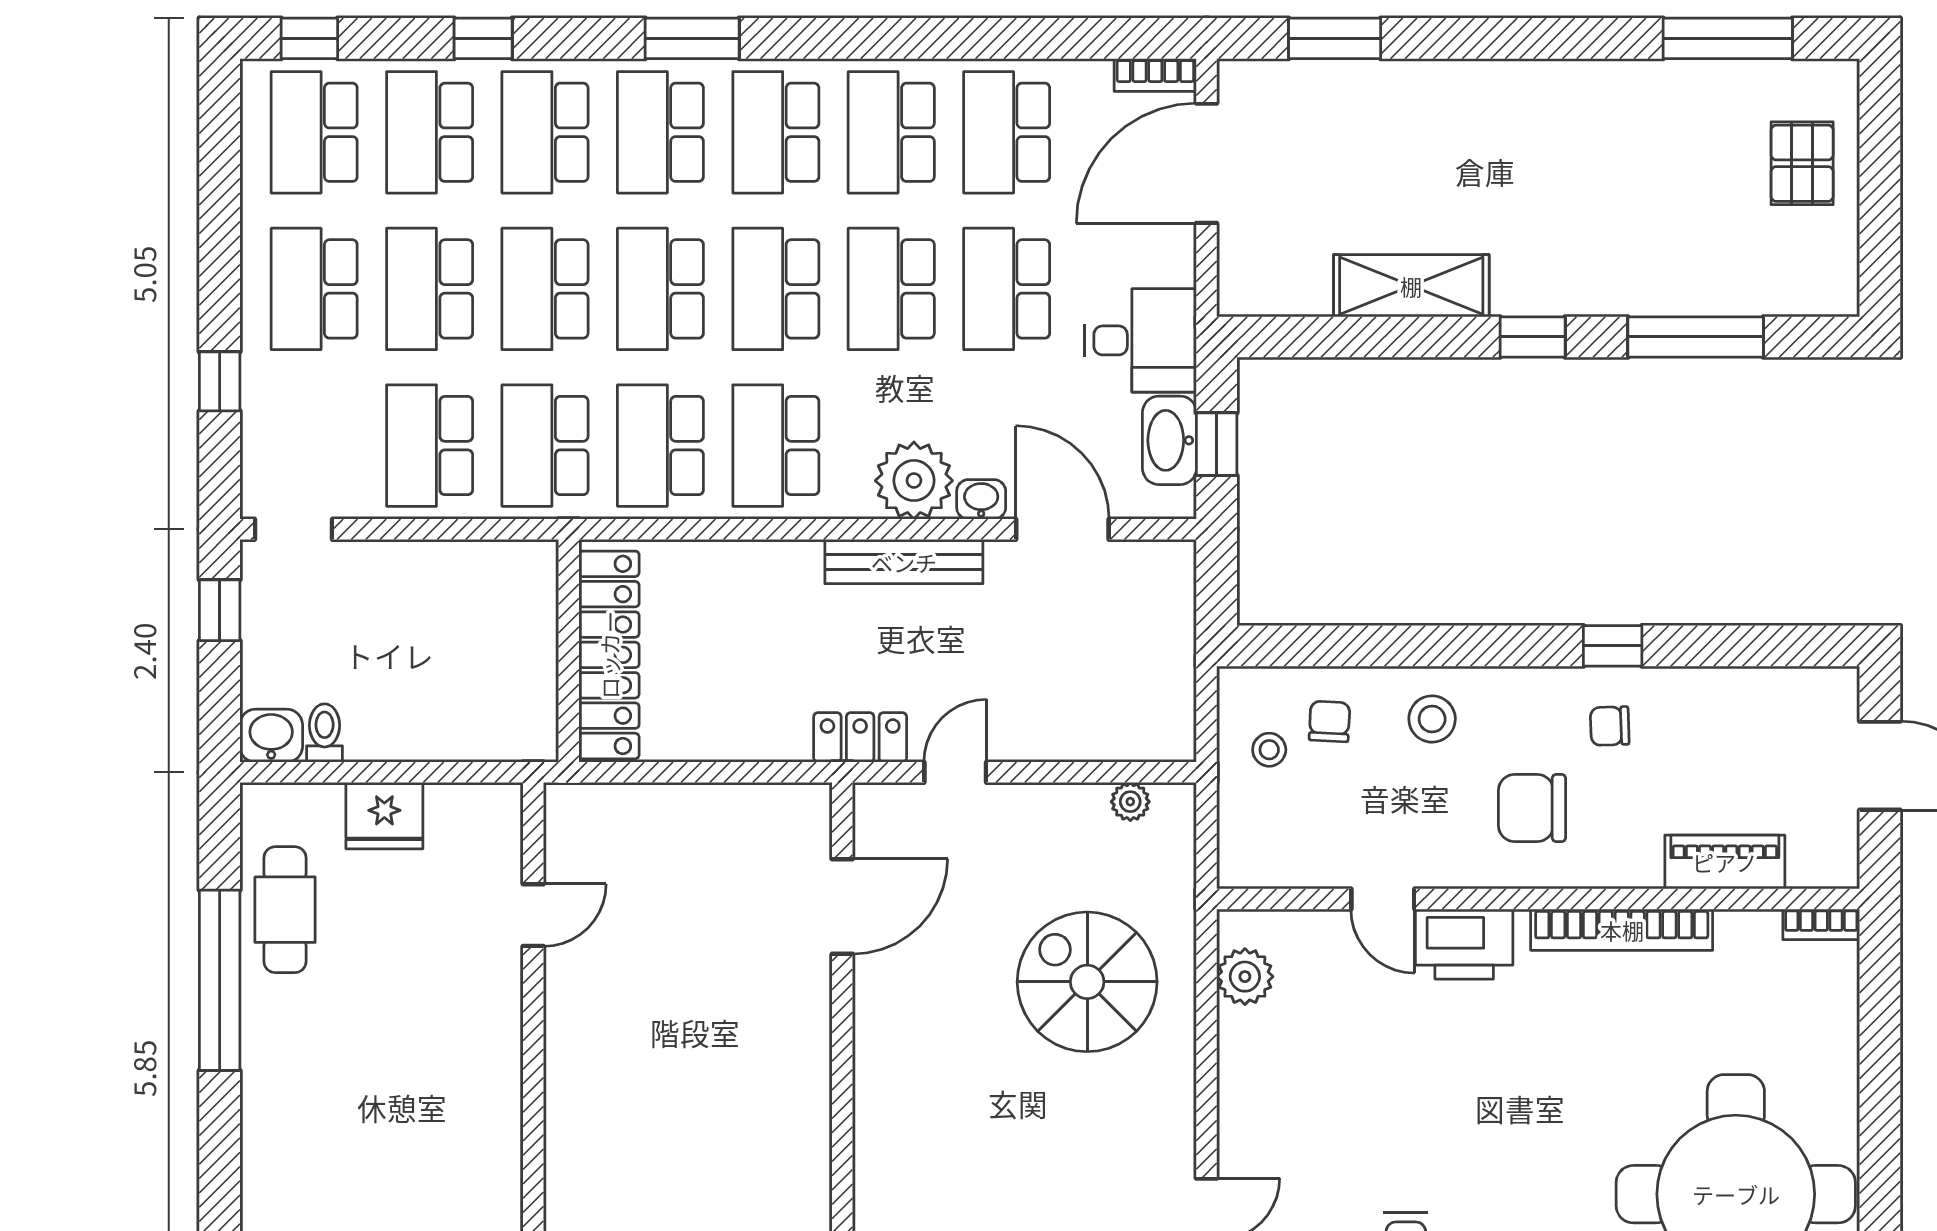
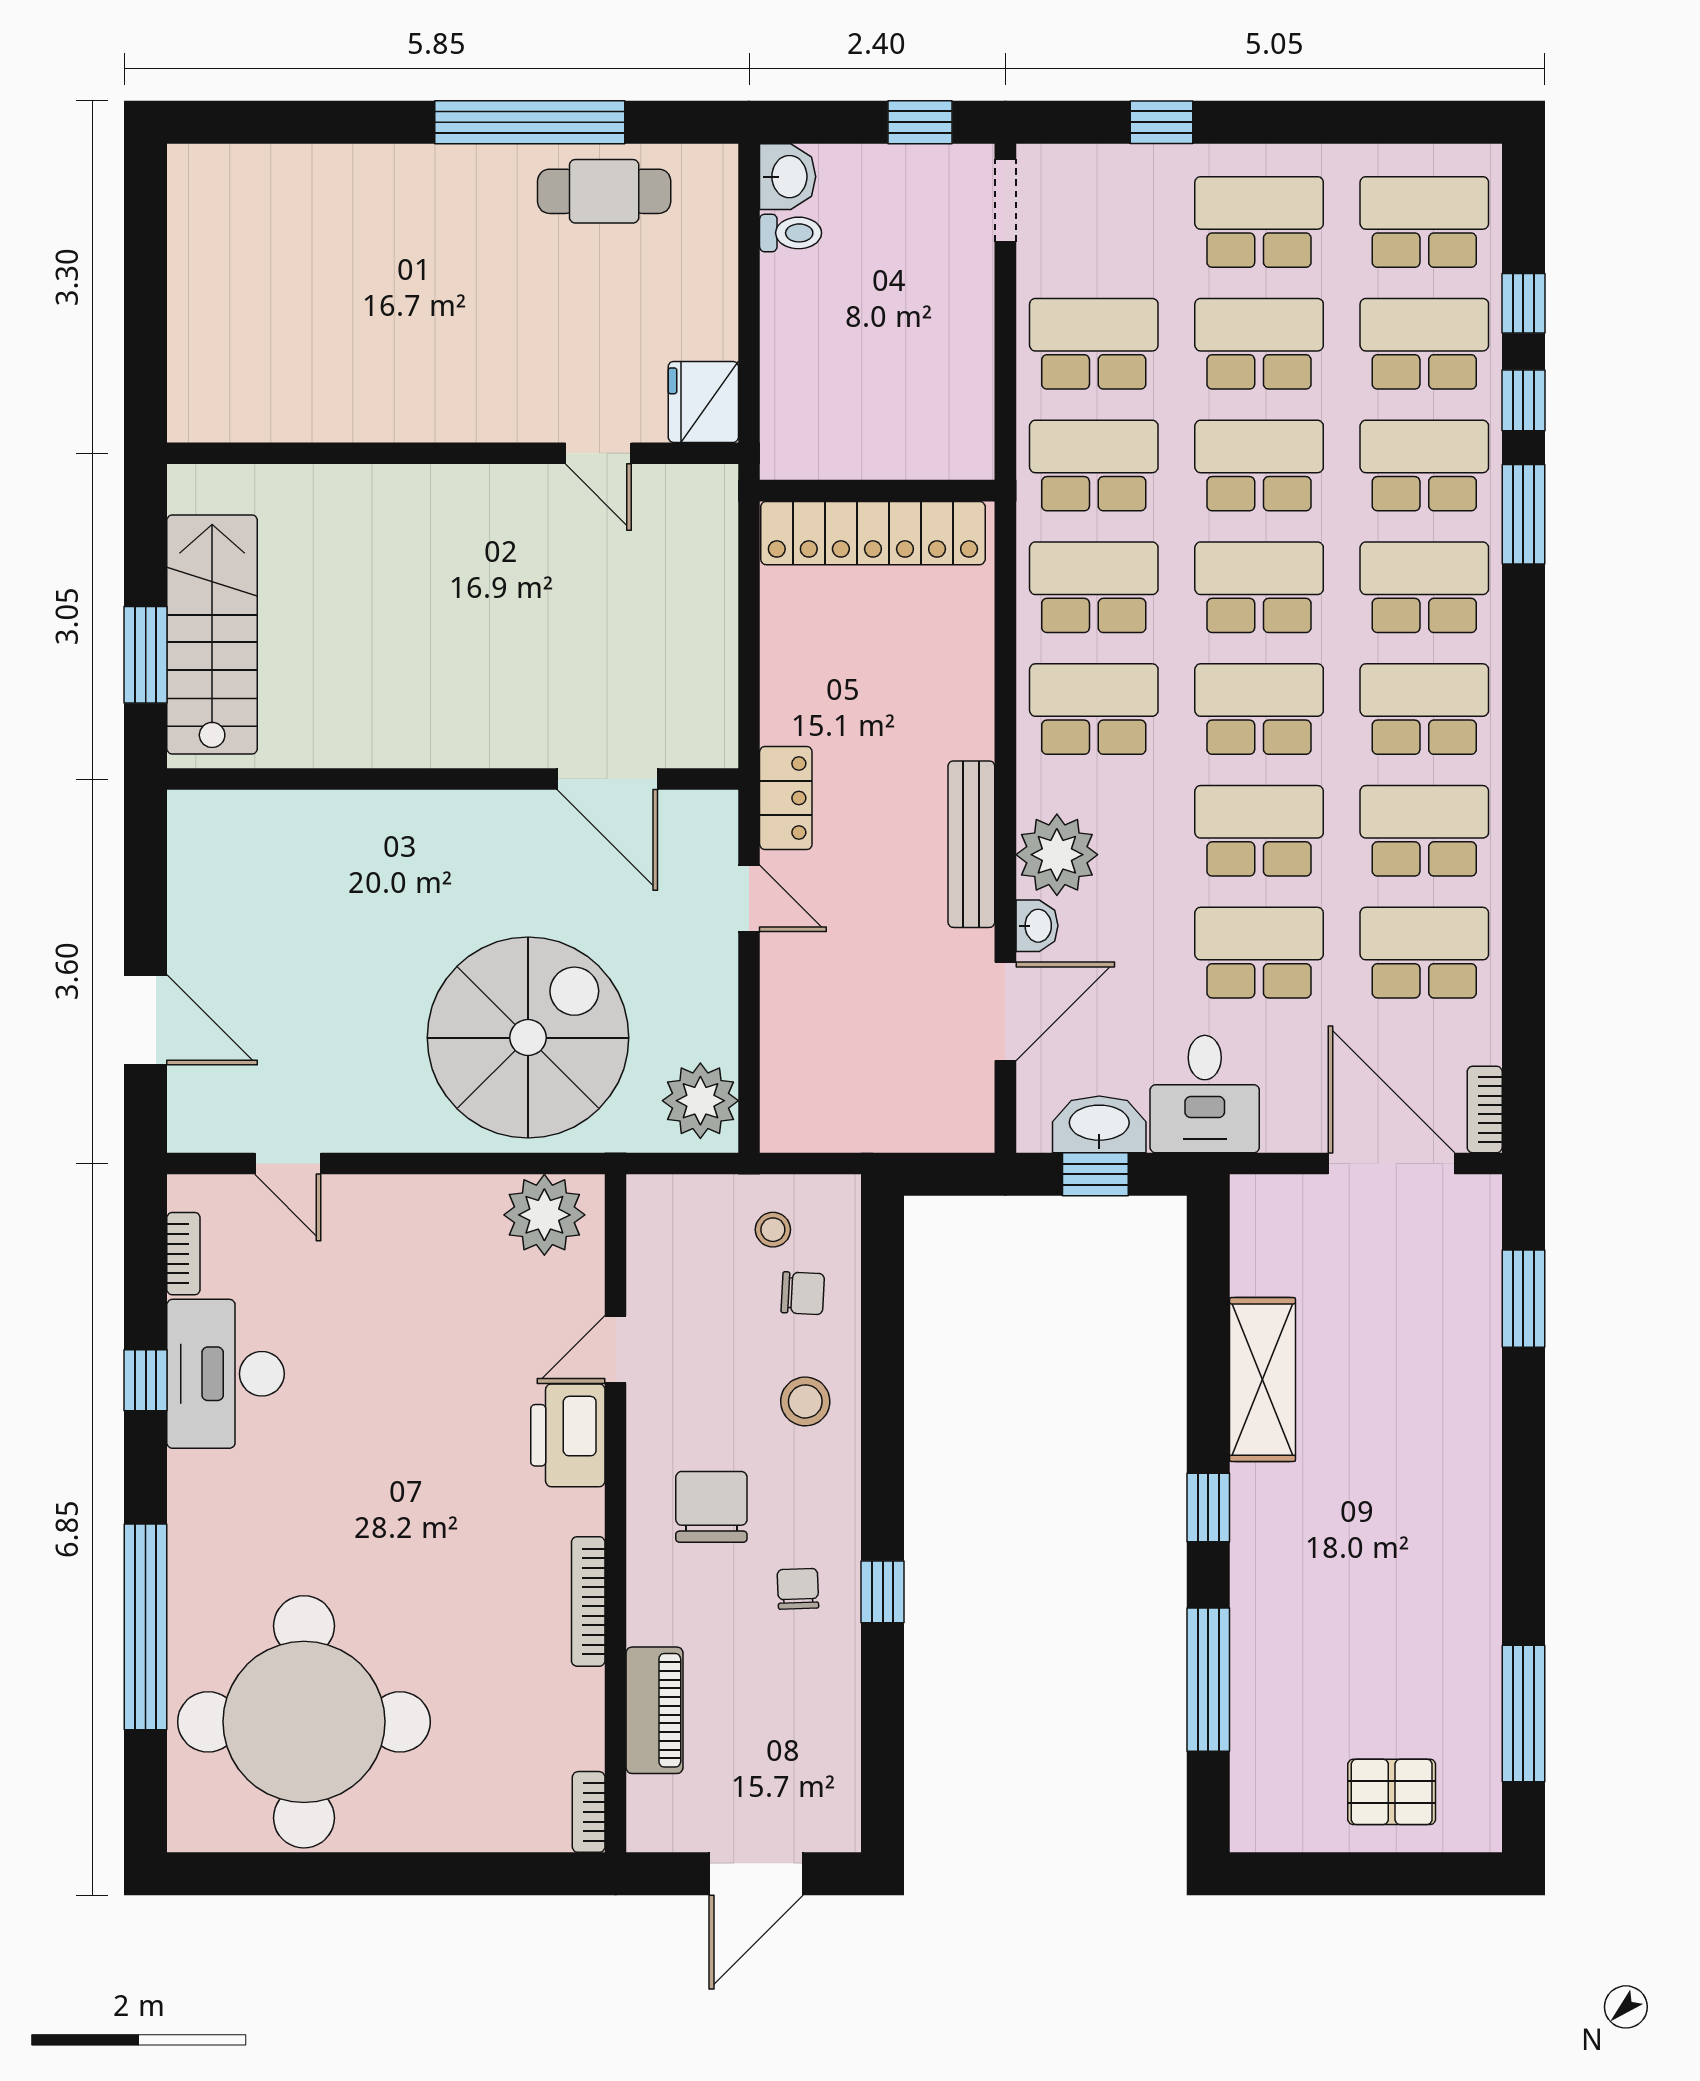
window: (309, 38) -> (1523, 303), moved
window: (692, 38) -> (1523, 514), moved
plant: (1130, 802) -> (700, 1101), width x1.88, depth x1.88
fridge: (384, 816) -> (703, 402), moved
bookcase: (1622, 930) -> (588, 1601), width x0.68, depth x0.76
plant: (1245, 977) -> (544, 1215), width x1.36, depth x1.36
spiral stairs: (1087, 982) -> (528, 1038), width x1.37, depth x1.37

